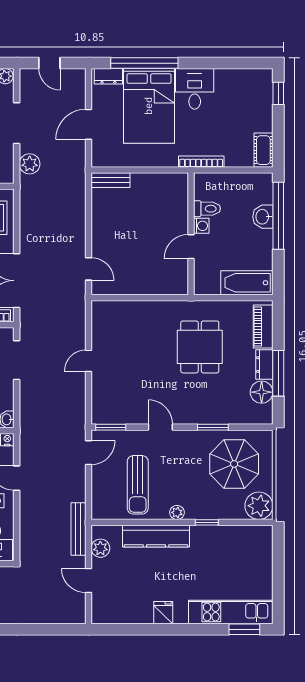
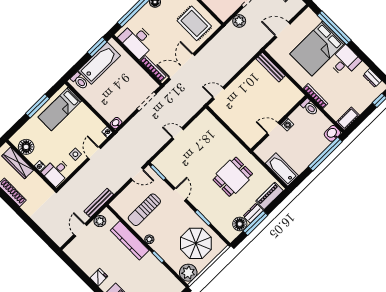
dresser: (108, 76) -> (372, 78), moved
bench: (111, 180) -> (271, 67), width x1.36
toilet: (207, 209) -> (310, 107), moved
washbasin: (263, 217) -> (332, 133), moved
door: (89, 269) -> (218, 93), swing flipped

